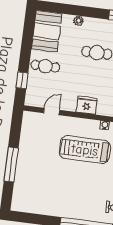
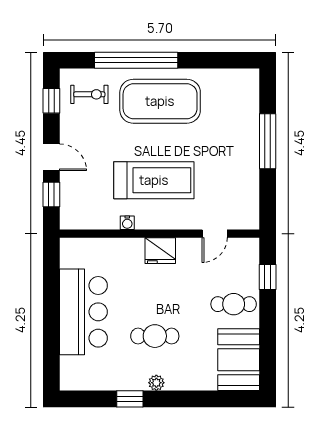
plant: (78, 21) -> (156, 383), moved
exercise mat: (75, 198) -> (160, 101), added

